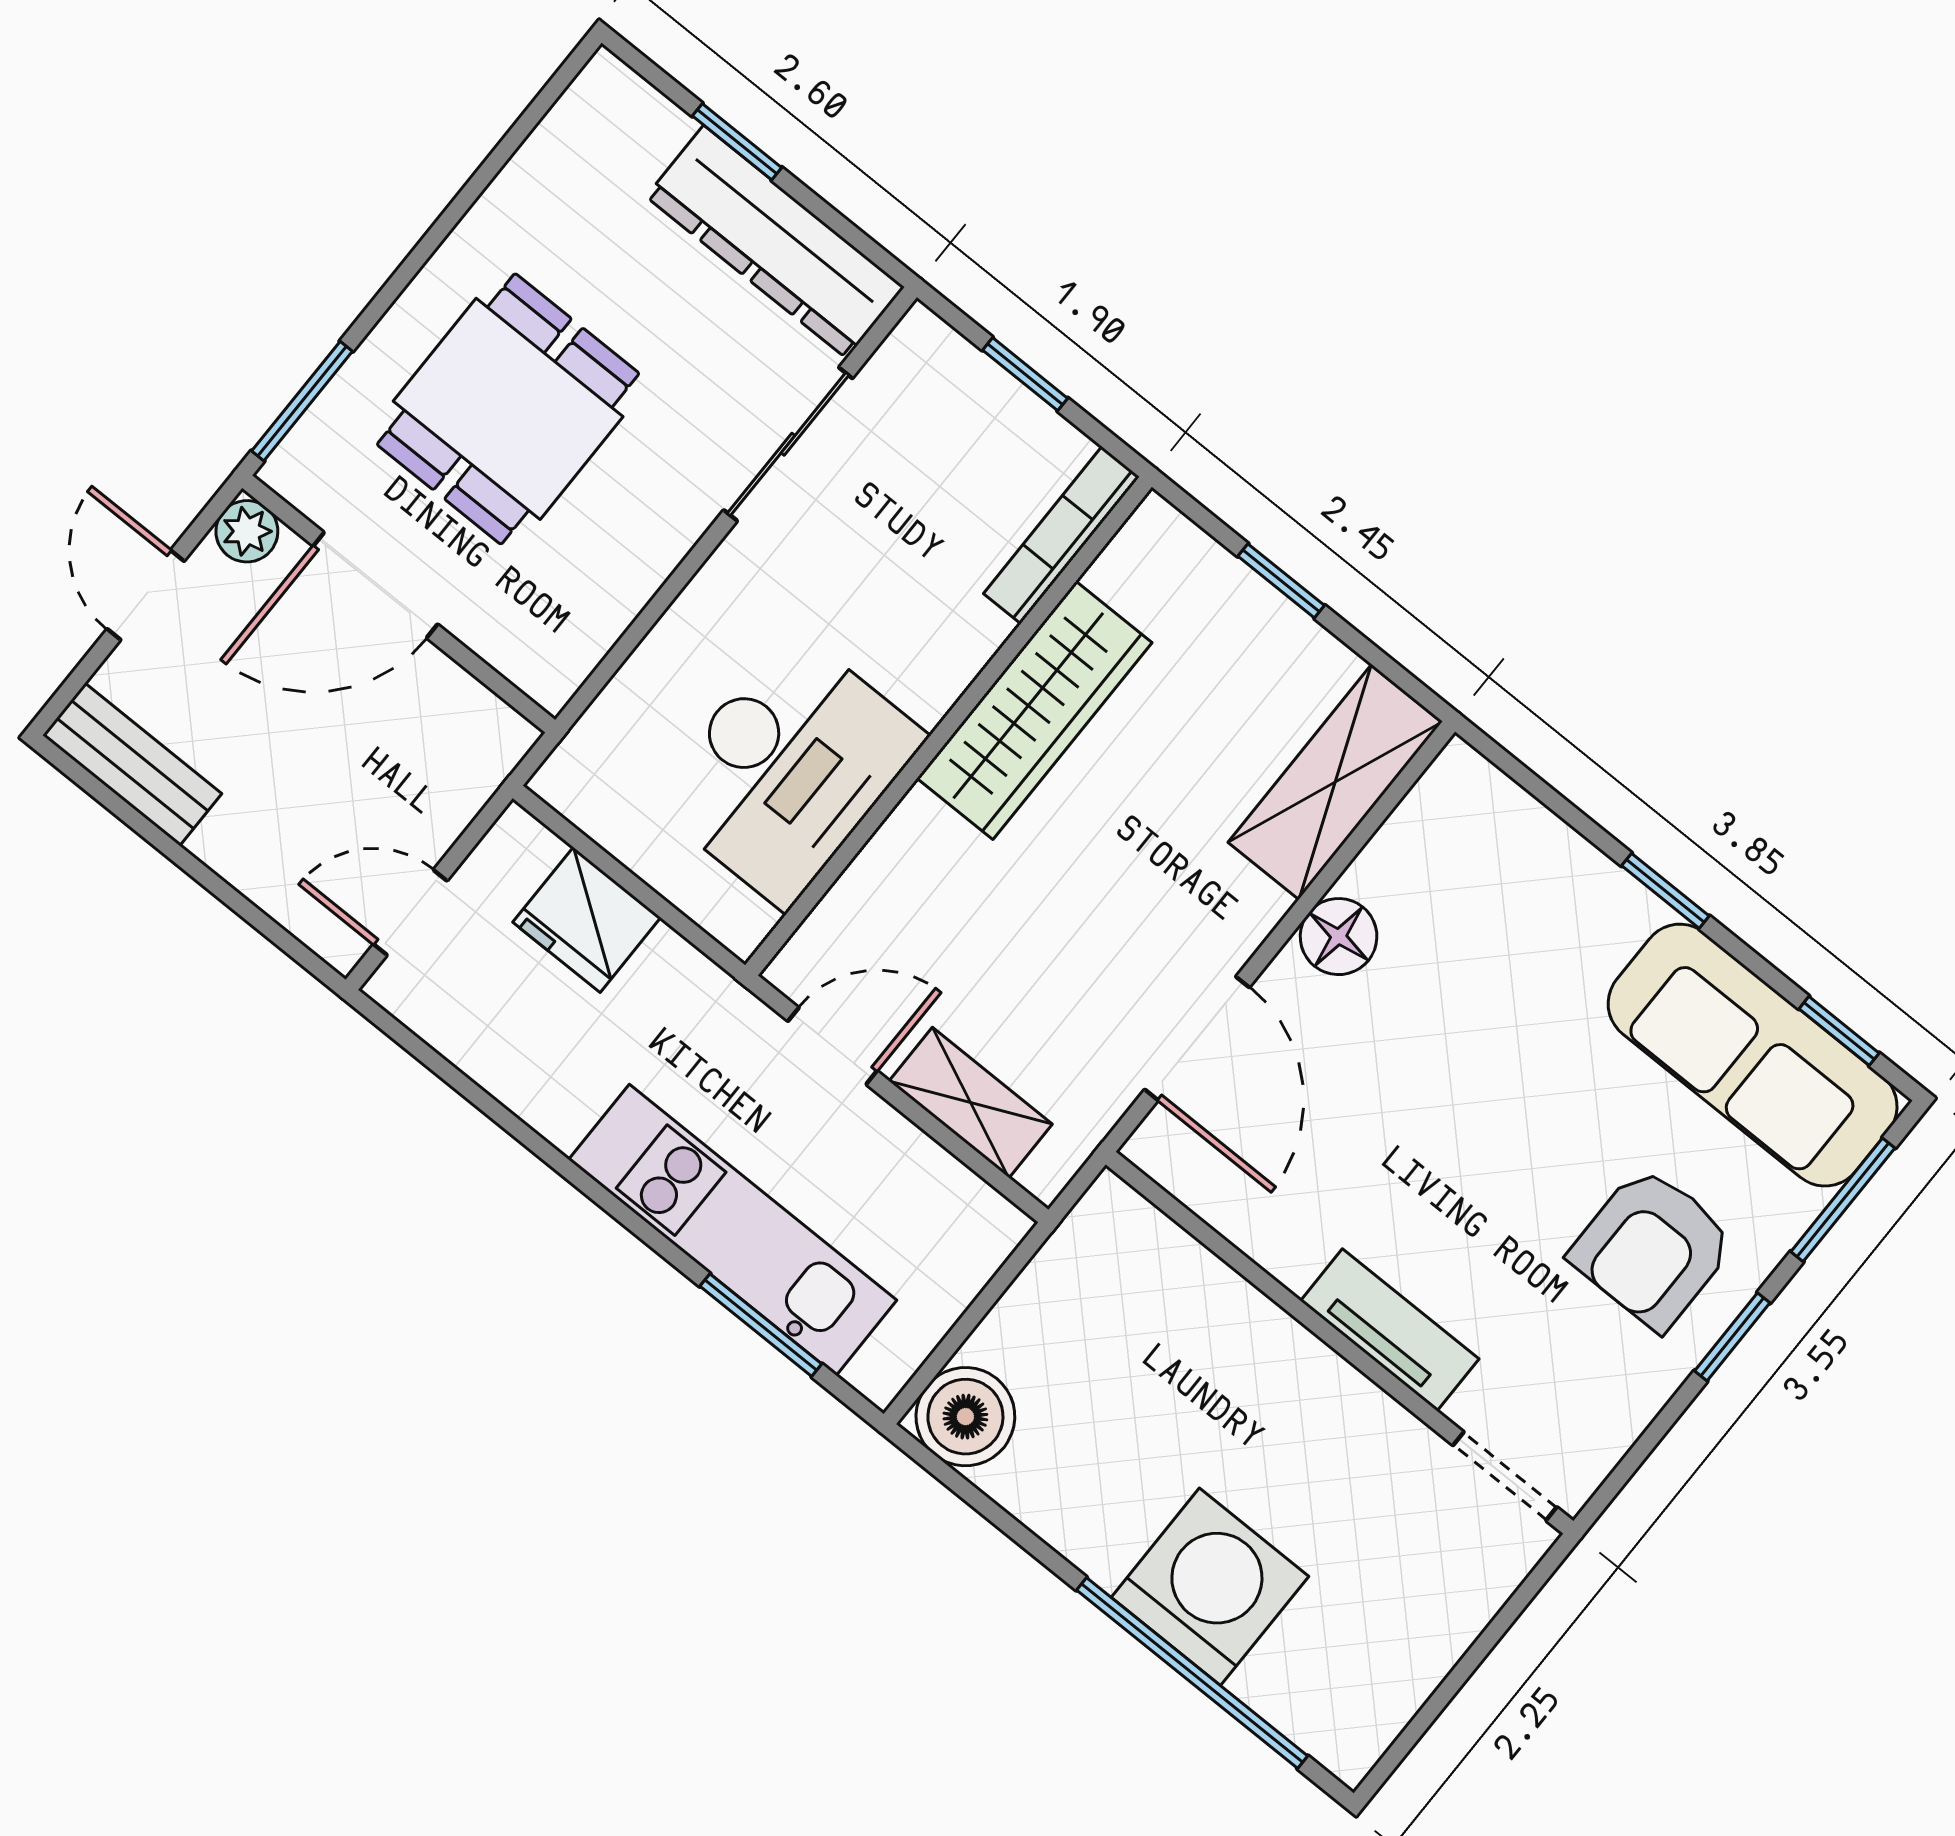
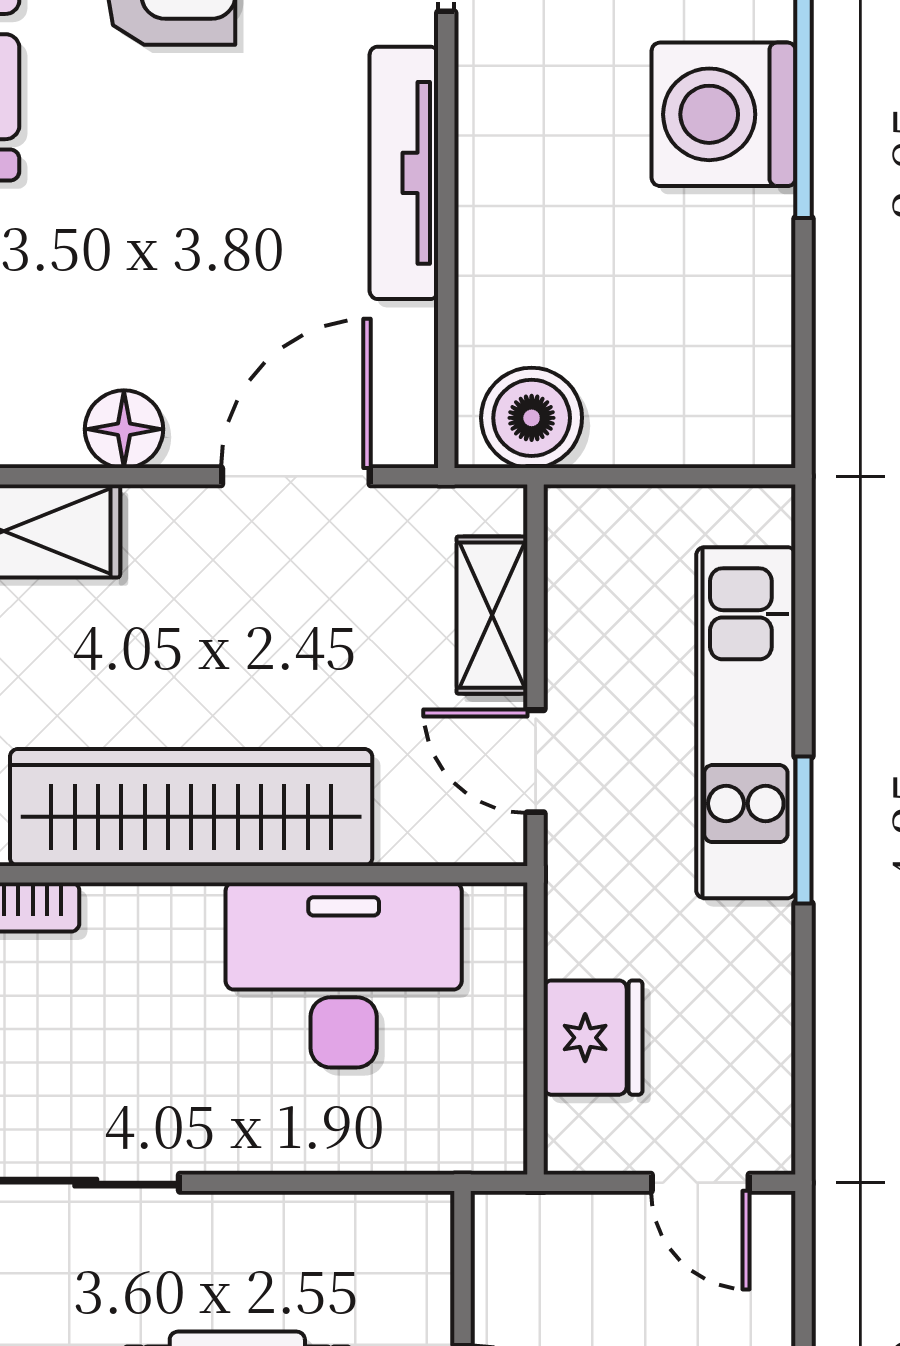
wardrobe: (1034, 710) -> (191, 807), width x1.40, depth x1.17
window: (761, 1325) -> (803, 830), moved
tv unit: (1390, 1330) -> (404, 173), width x1.41
boiler: (965, 1417) -> (532, 418), moved

